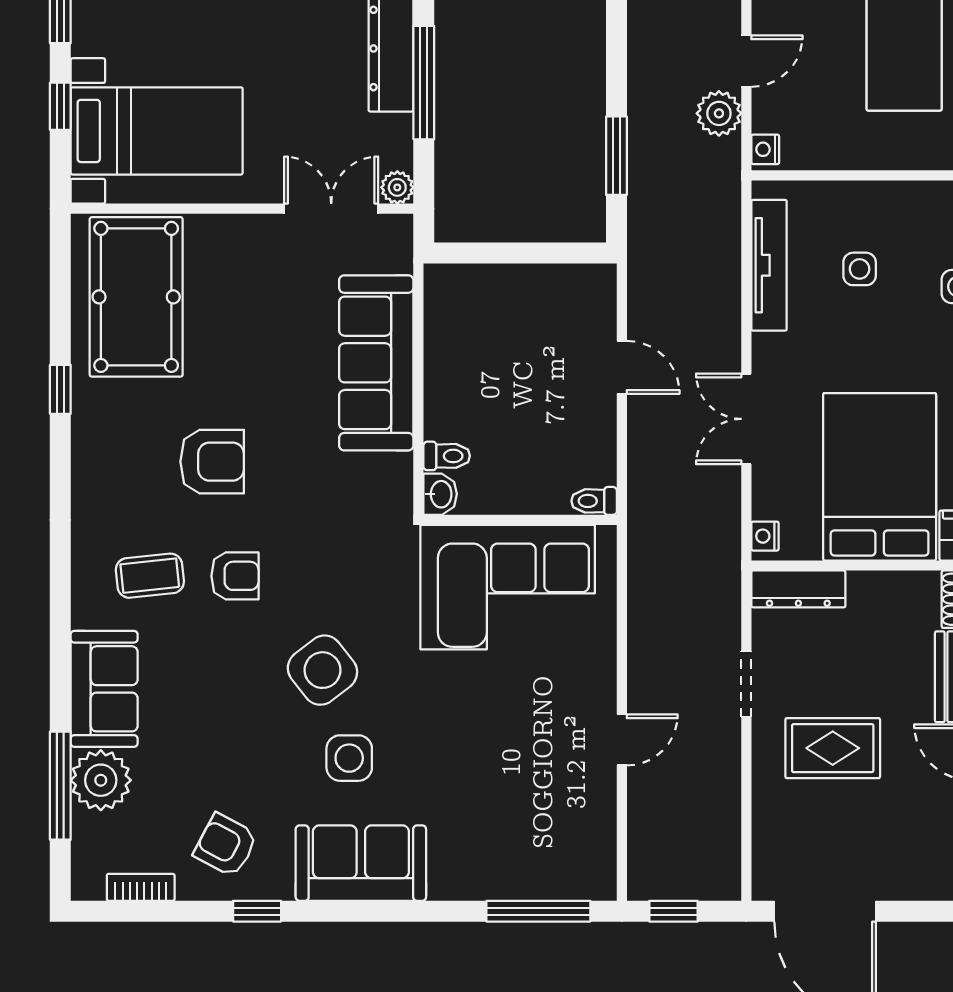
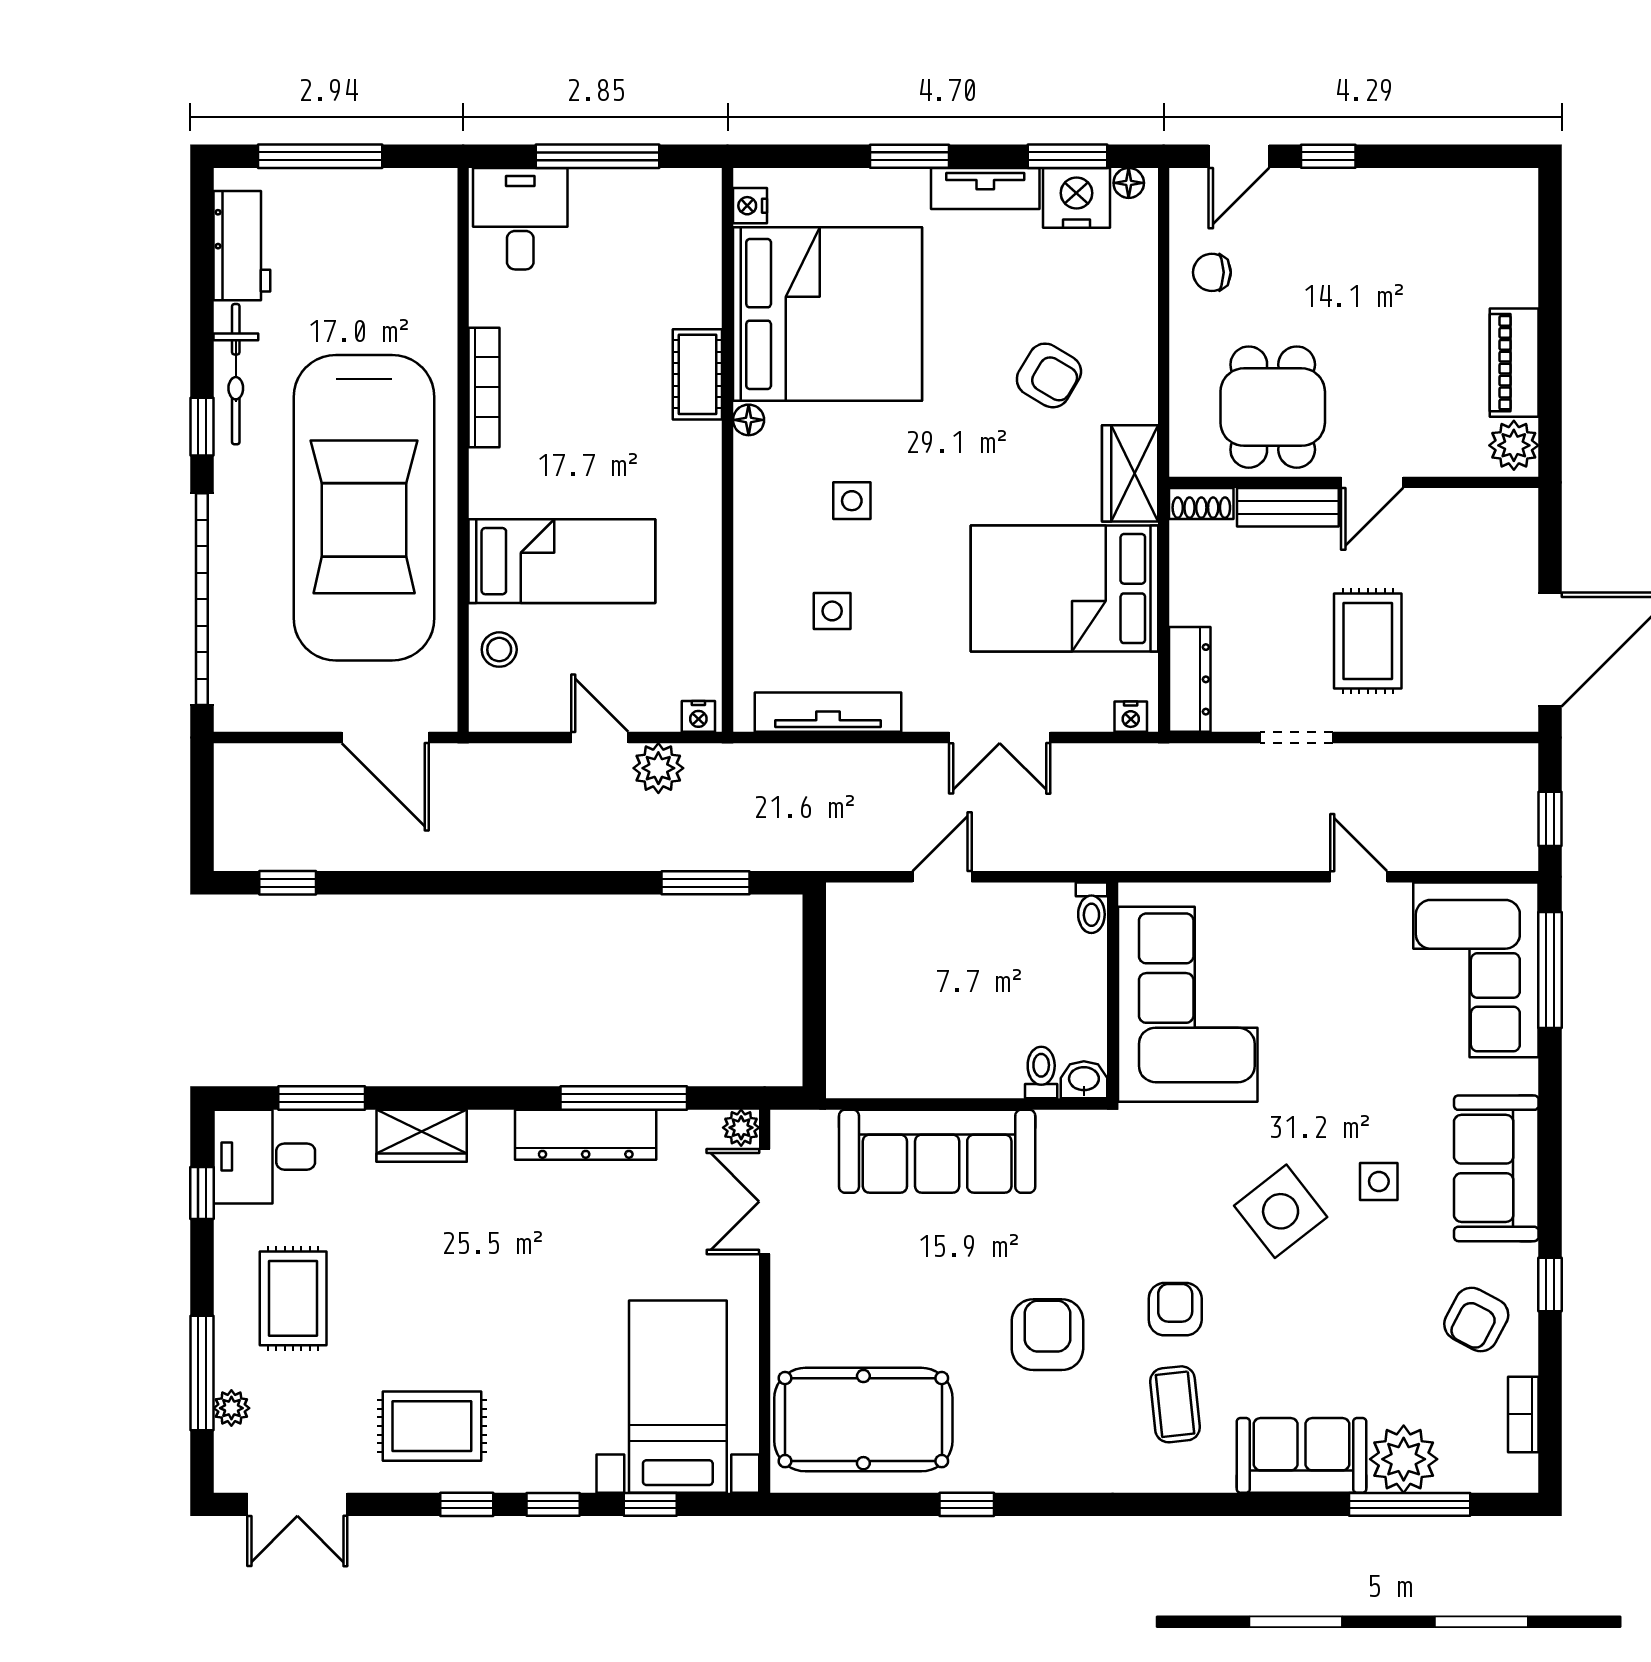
side table: (349, 758) -> (1379, 1181), width x0.73, depth x0.73
corner sofa: (538, 845) -> (1476, 970), added

